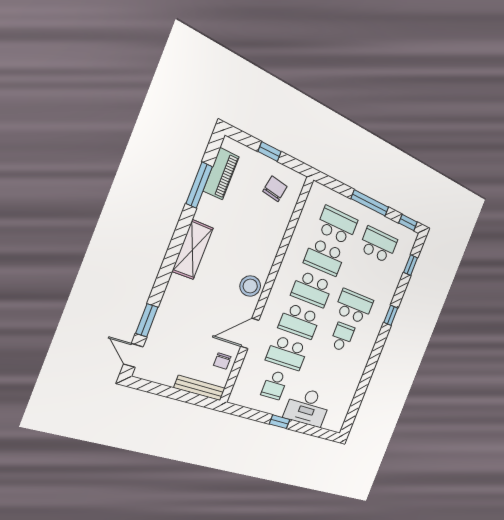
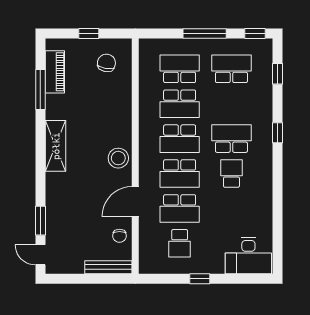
desk: (308, 407) -> (248, 256), moved

